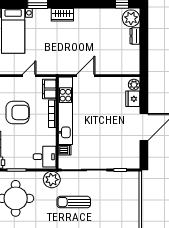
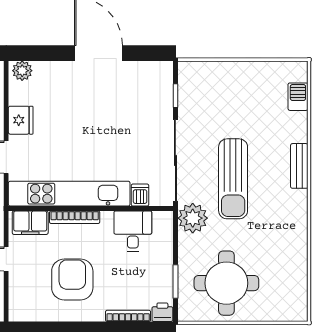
fridge: (133, 99) -> (21, 120), moved, turned -90
desk: (45, 157) -> (133, 231), moved
sun lounger: (74, 202) -> (233, 179), width x1.36, depth x1.34

